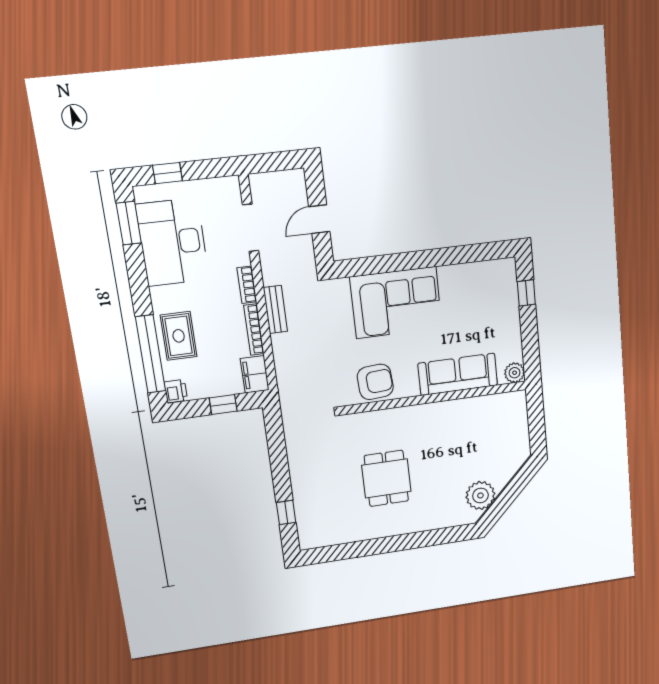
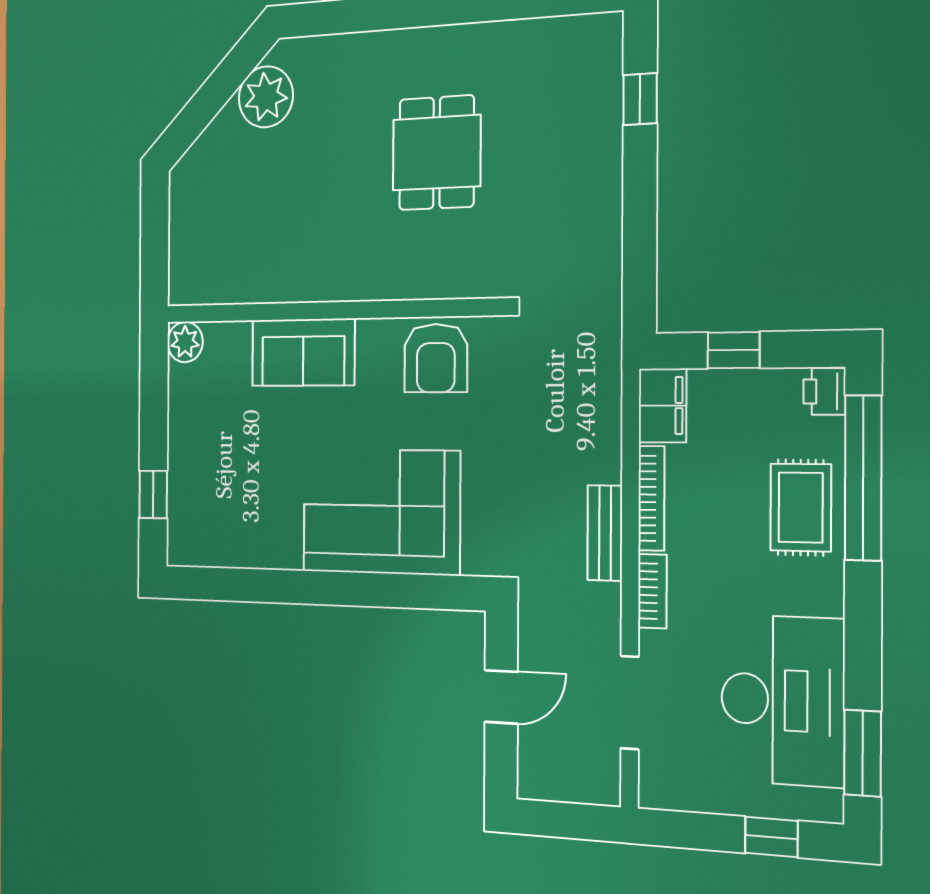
sofa: (458, 374) -> (303, 352), width x0.73
armchair: (375, 382) -> (436, 358), turned -86

